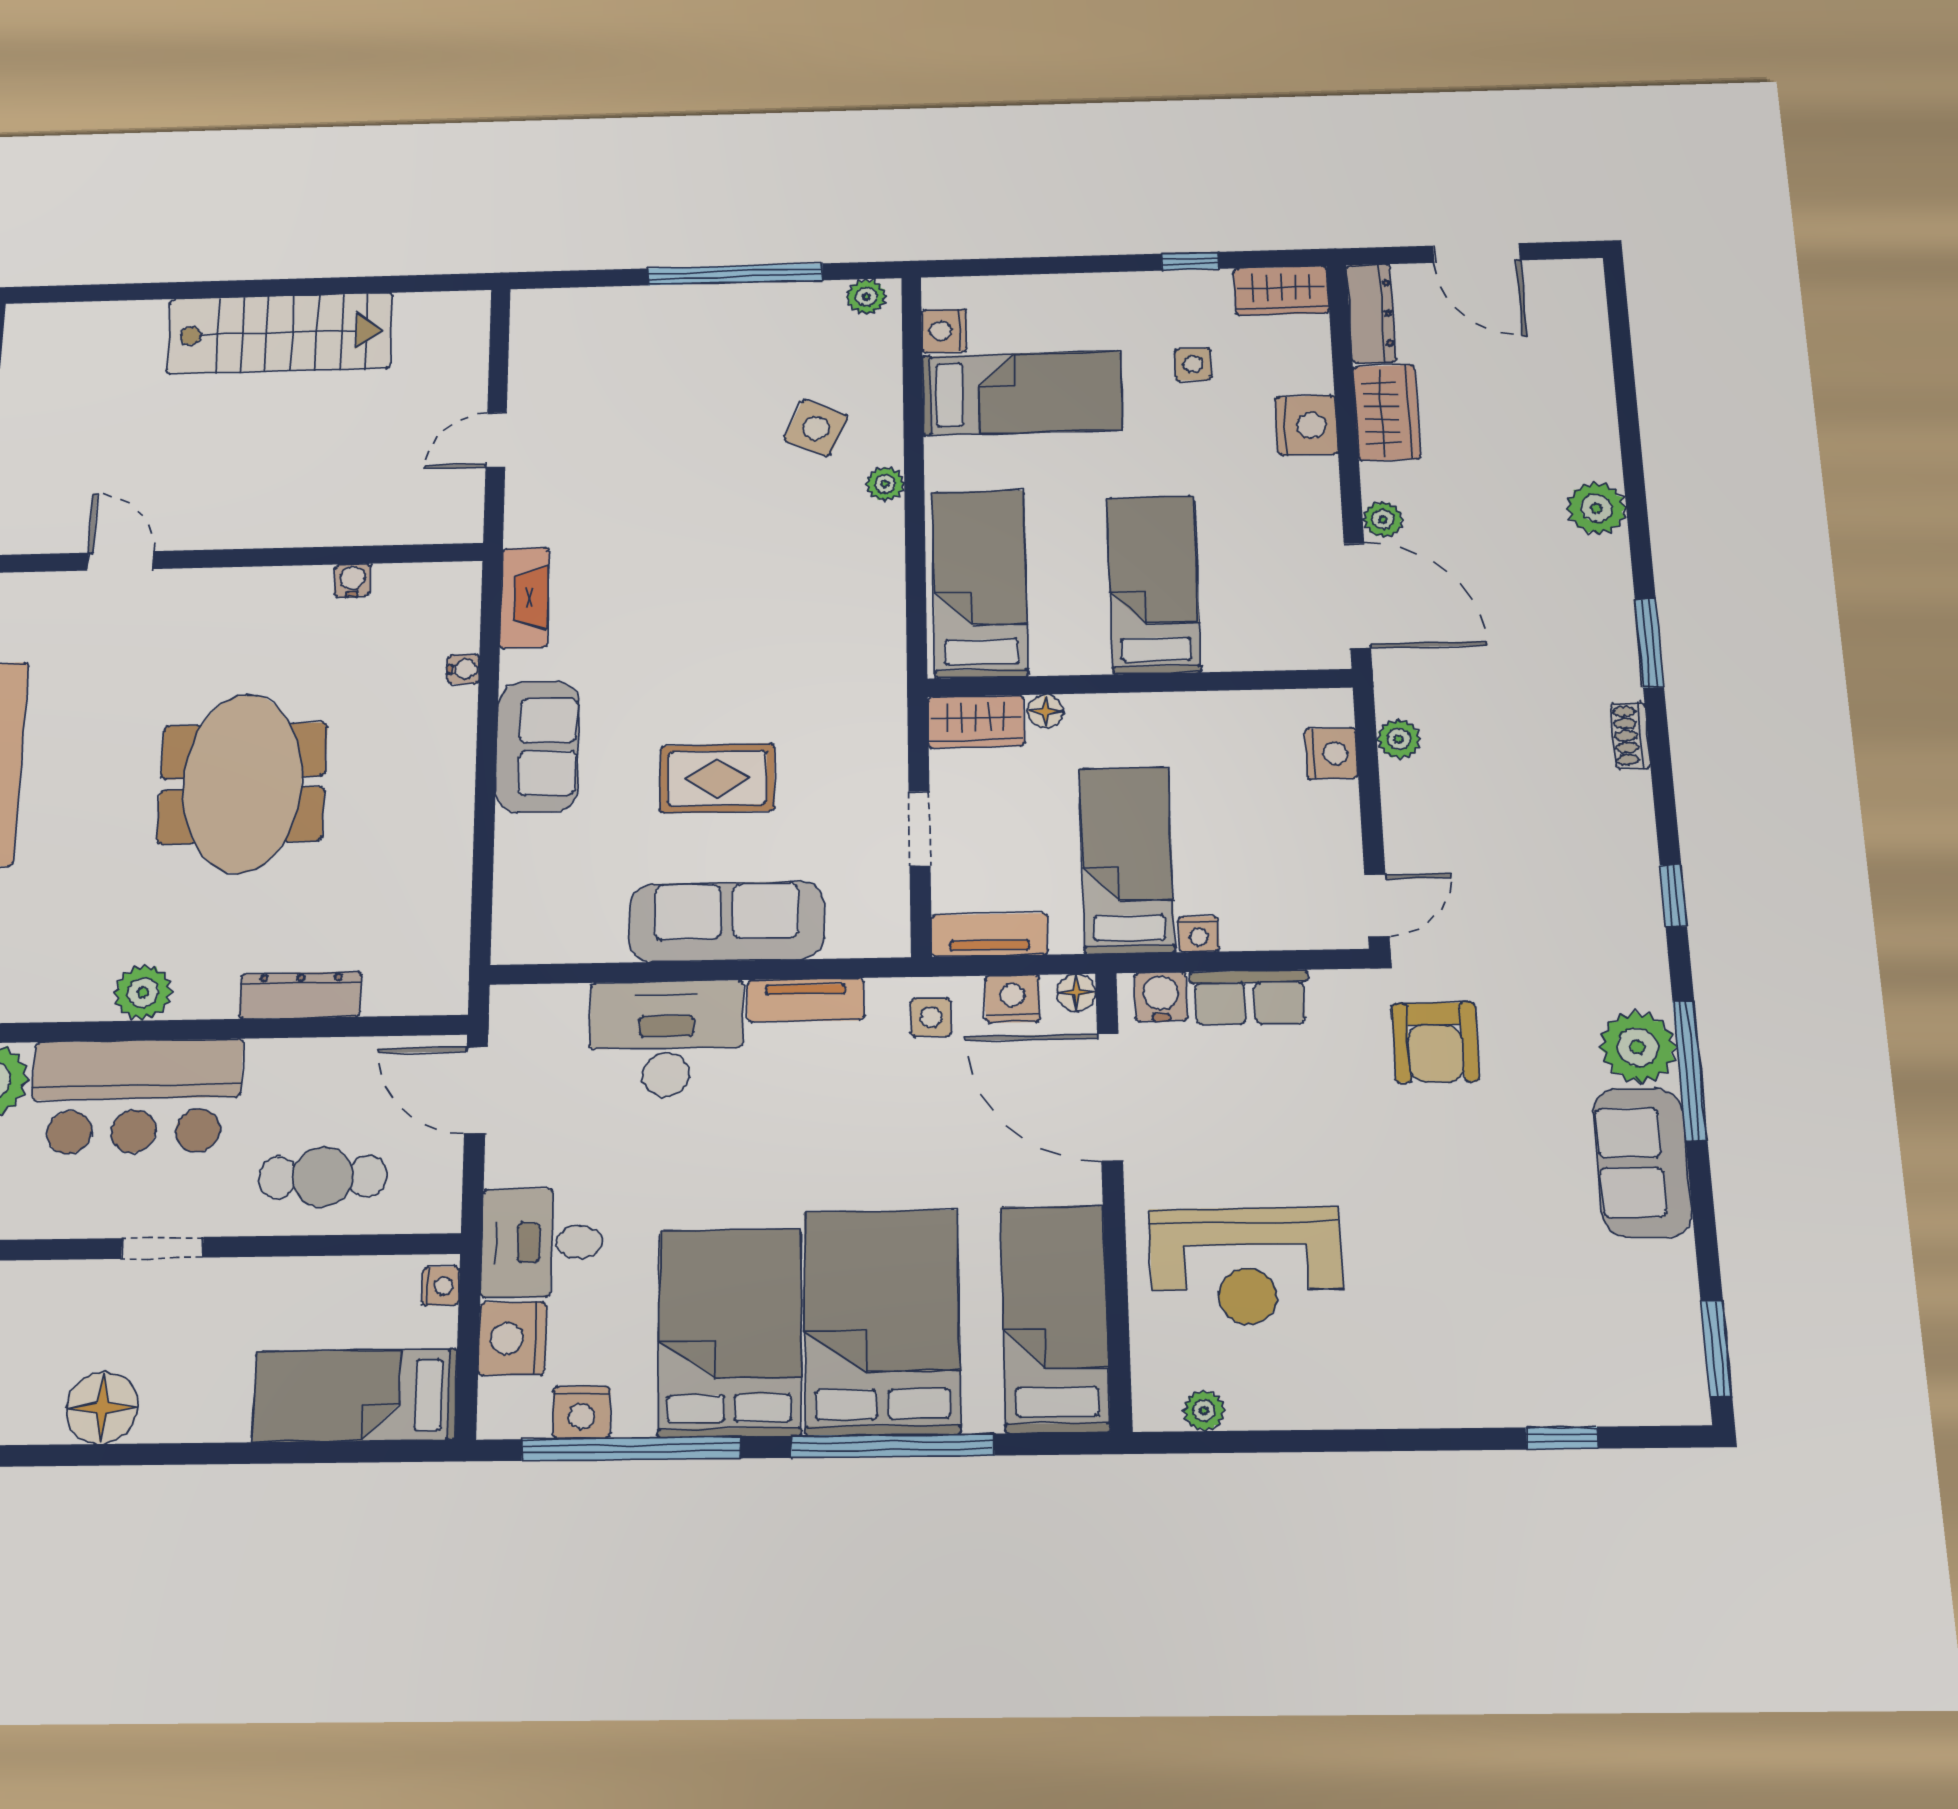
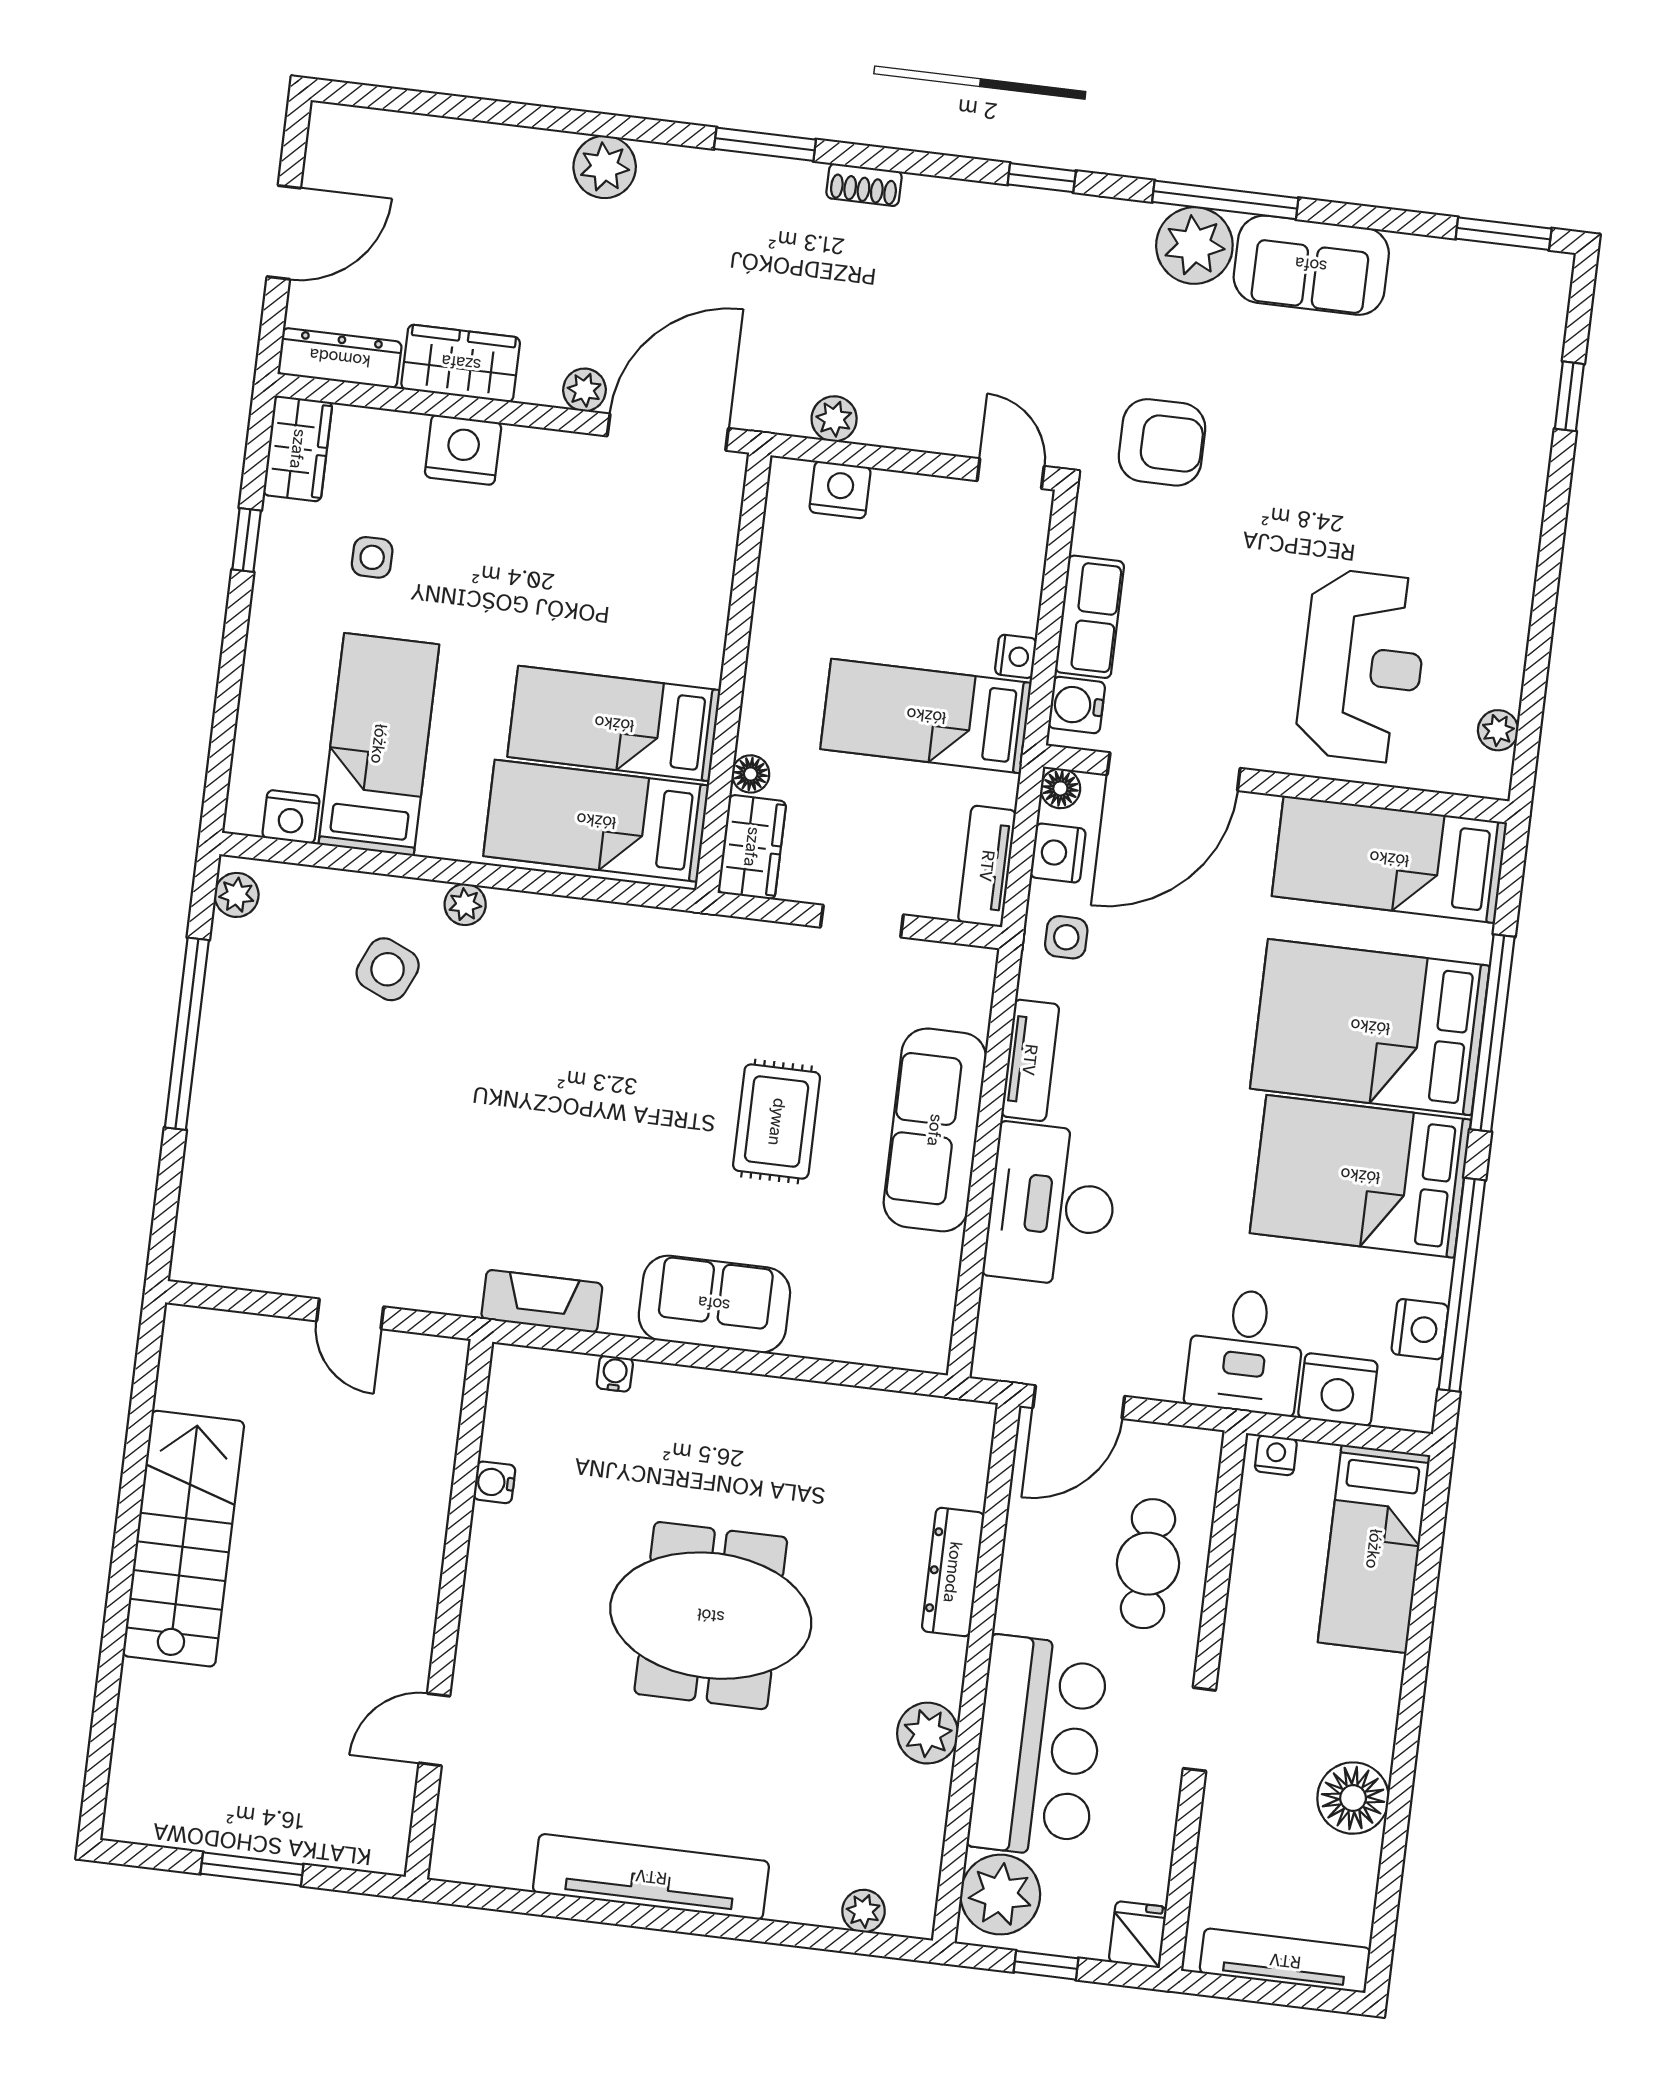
bed: (1153, 585) -> (614, 724), moved

